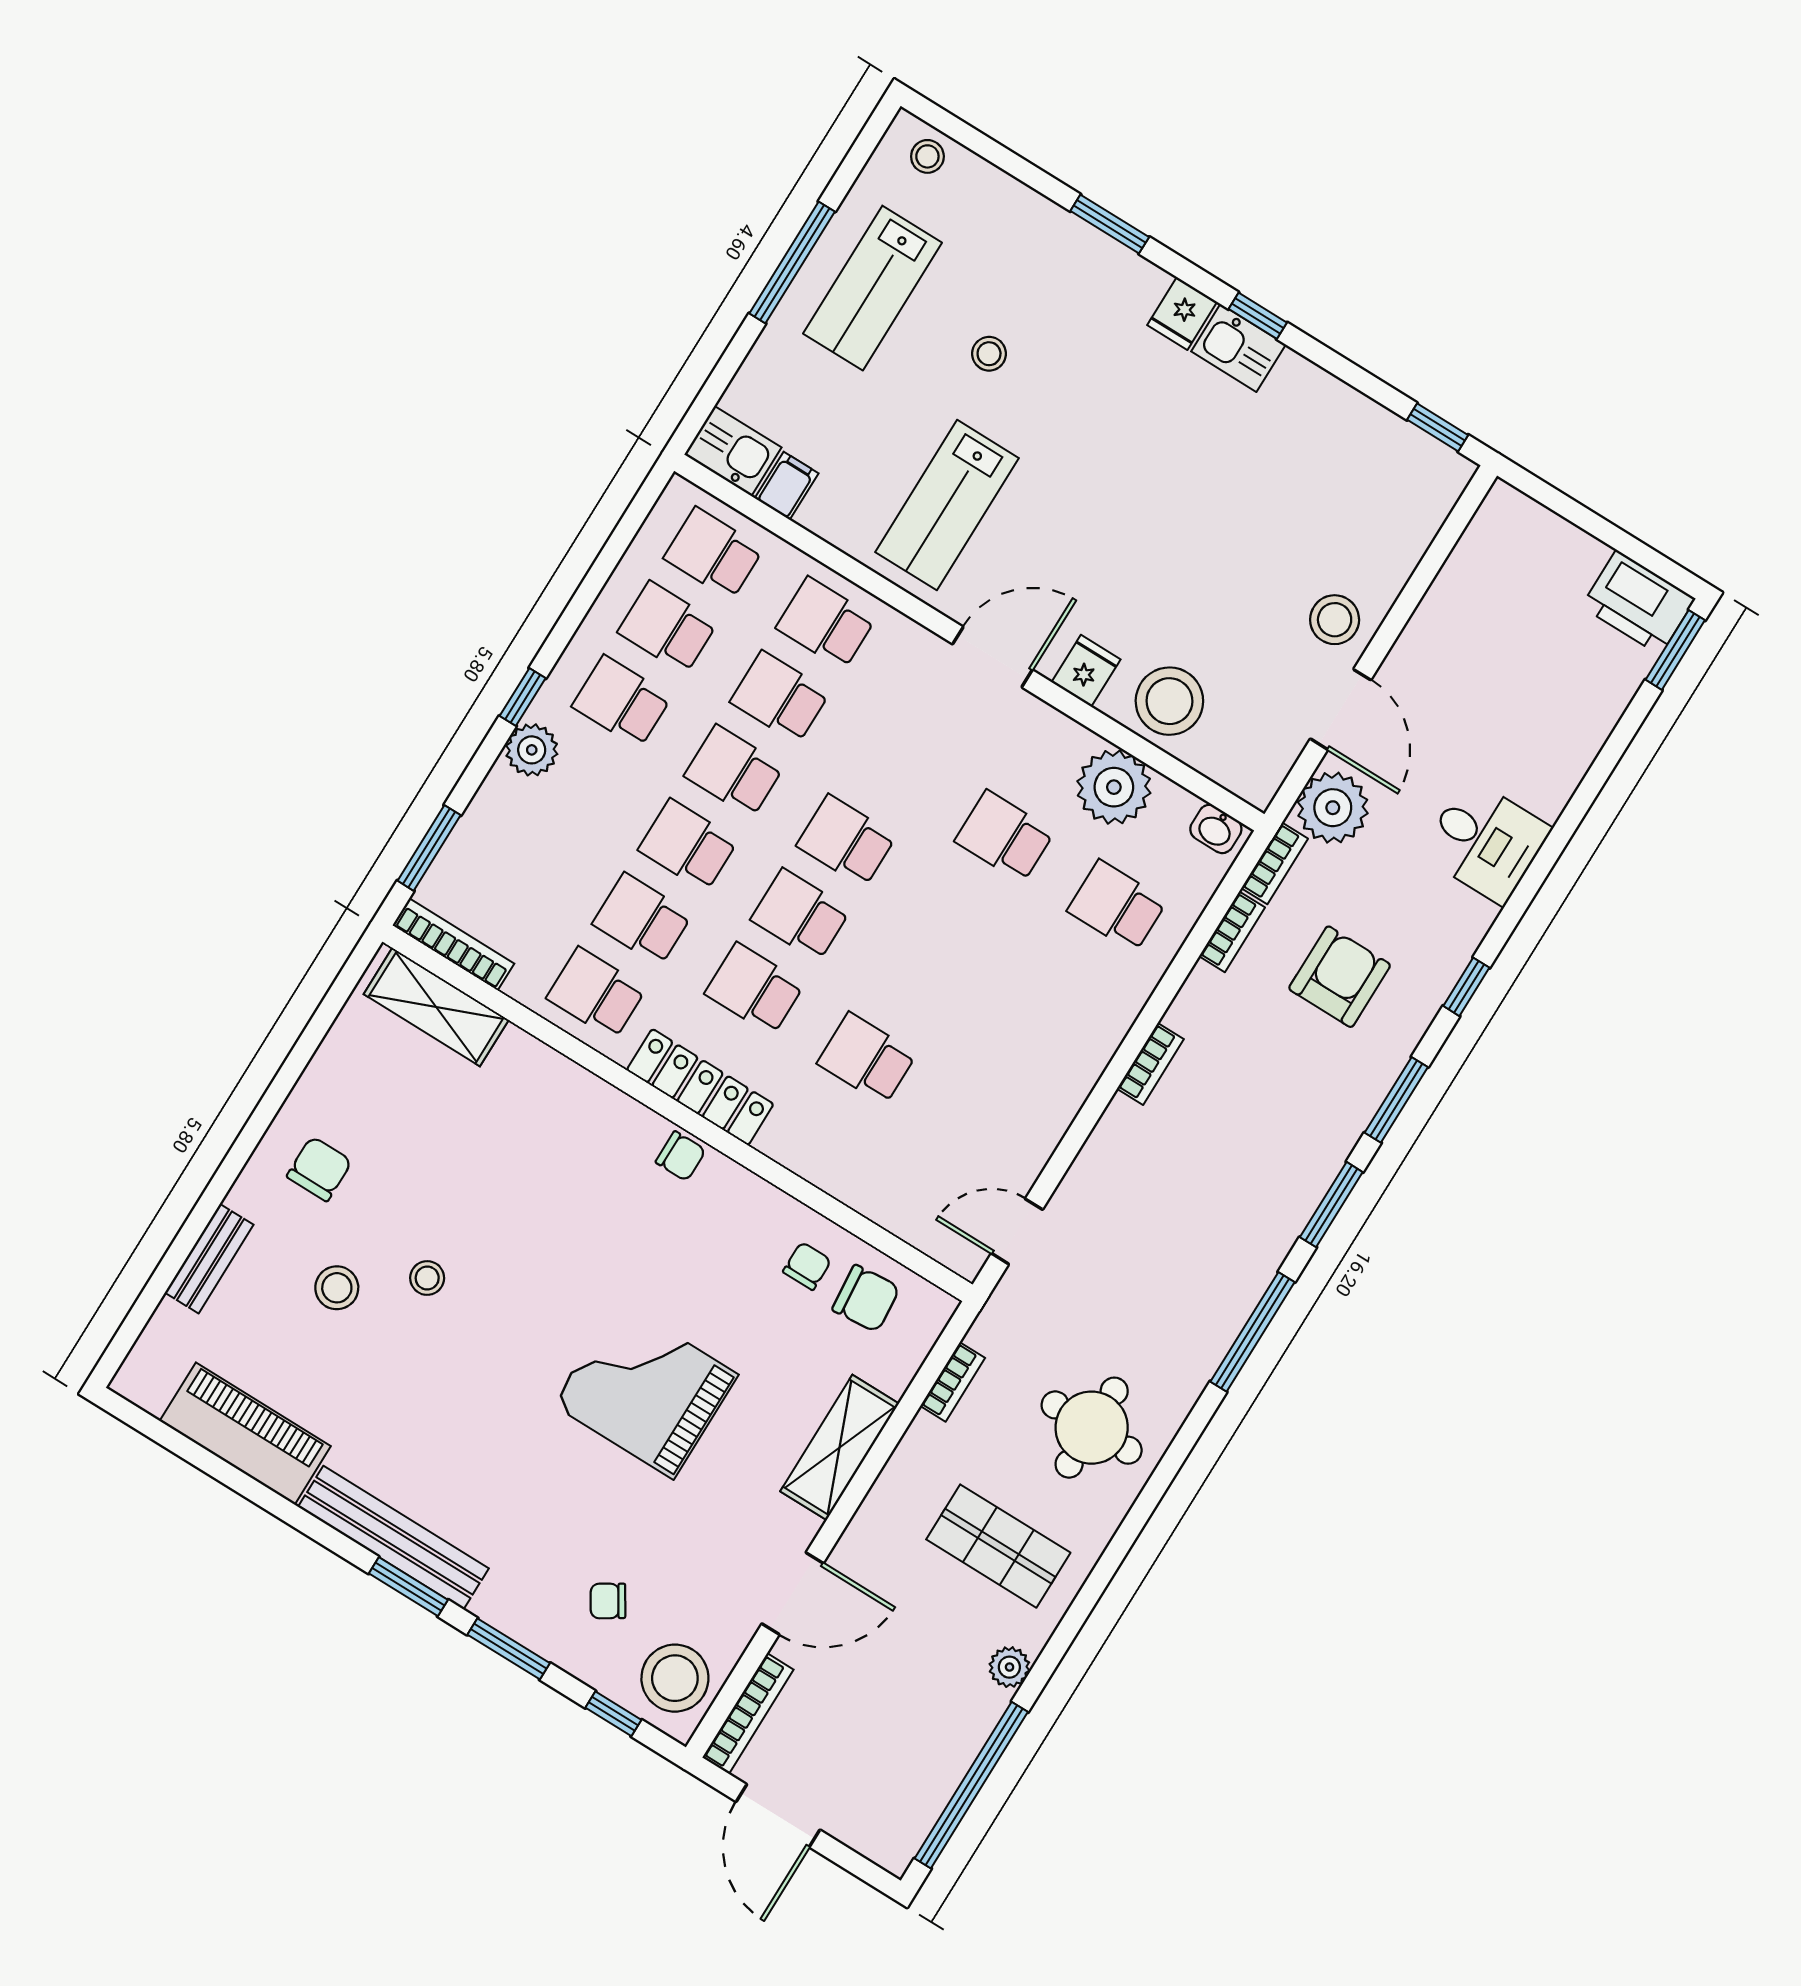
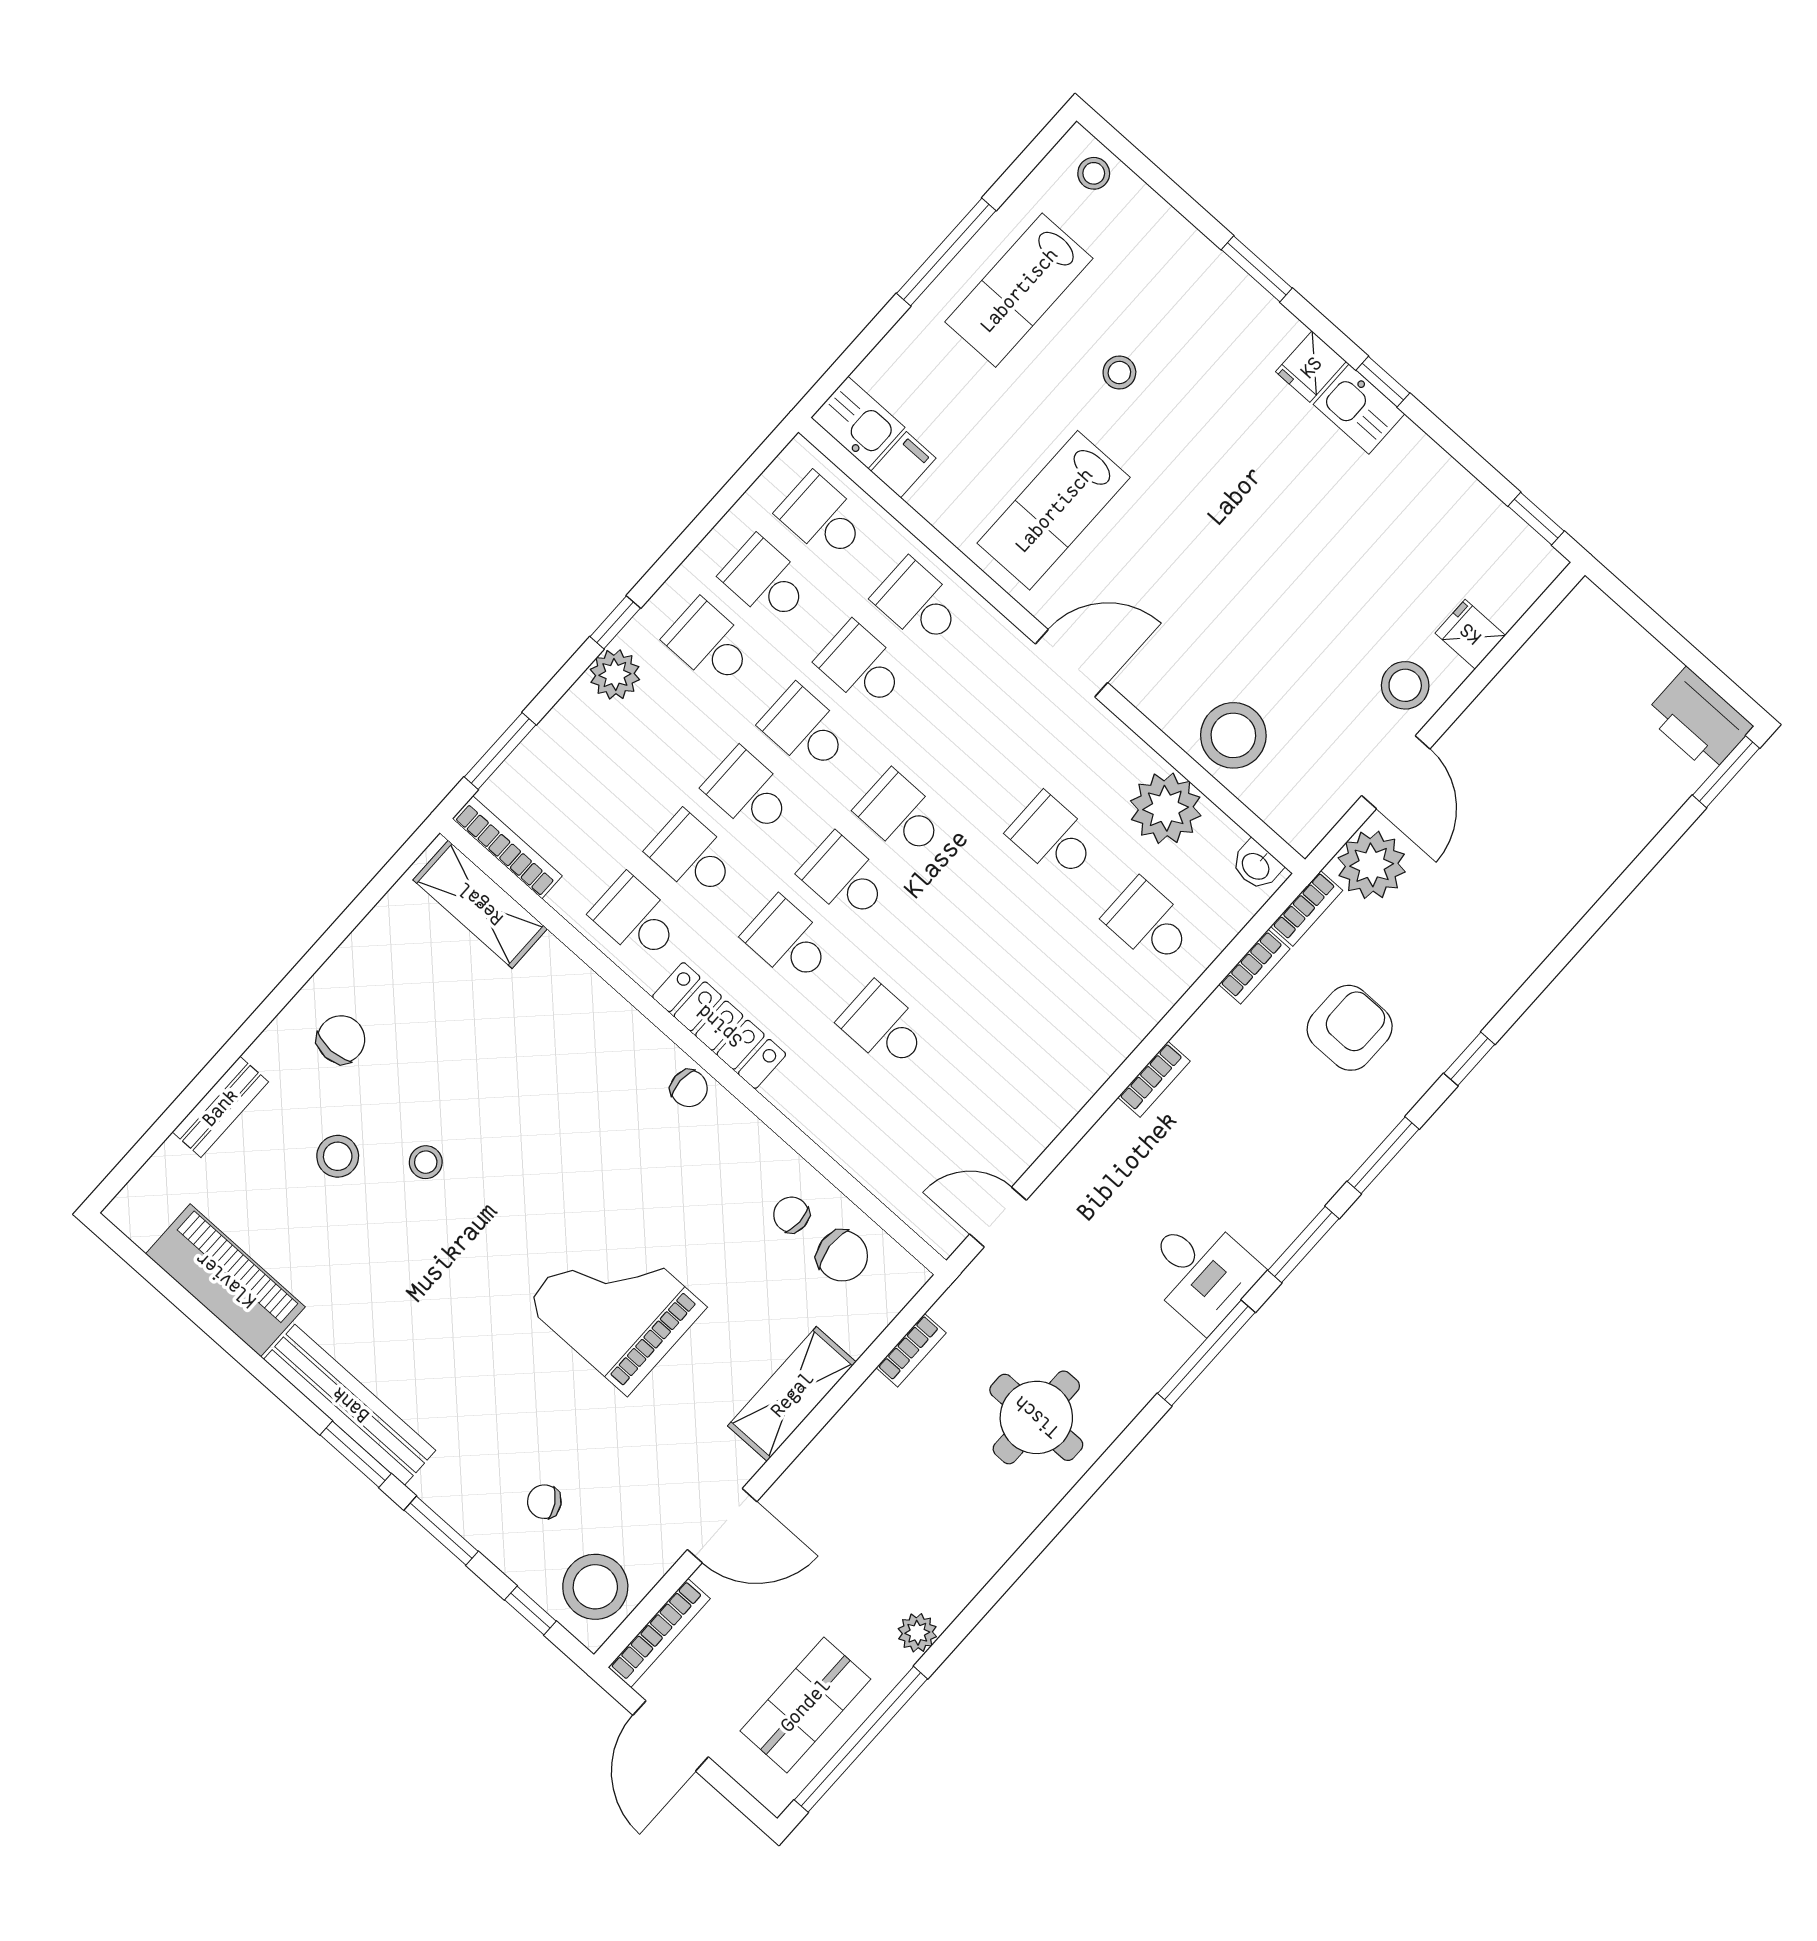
fridge: (1086, 671) -> (1470, 634), moved, turned -90
desk: (1486, 841) -> (1201, 1271), moved
chair: (807, 1266) -> (791, 1215), turned -90
shop shelf: (998, 1546) -> (805, 1705), moved, turned 90

